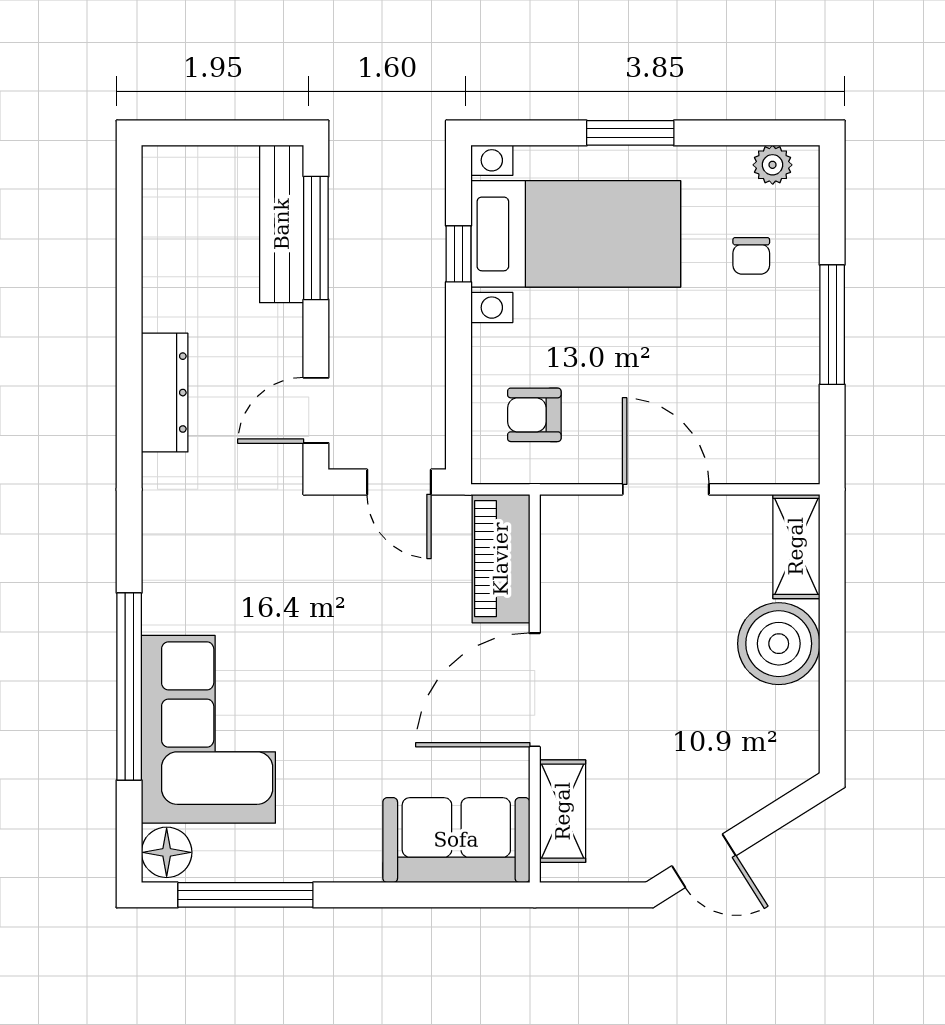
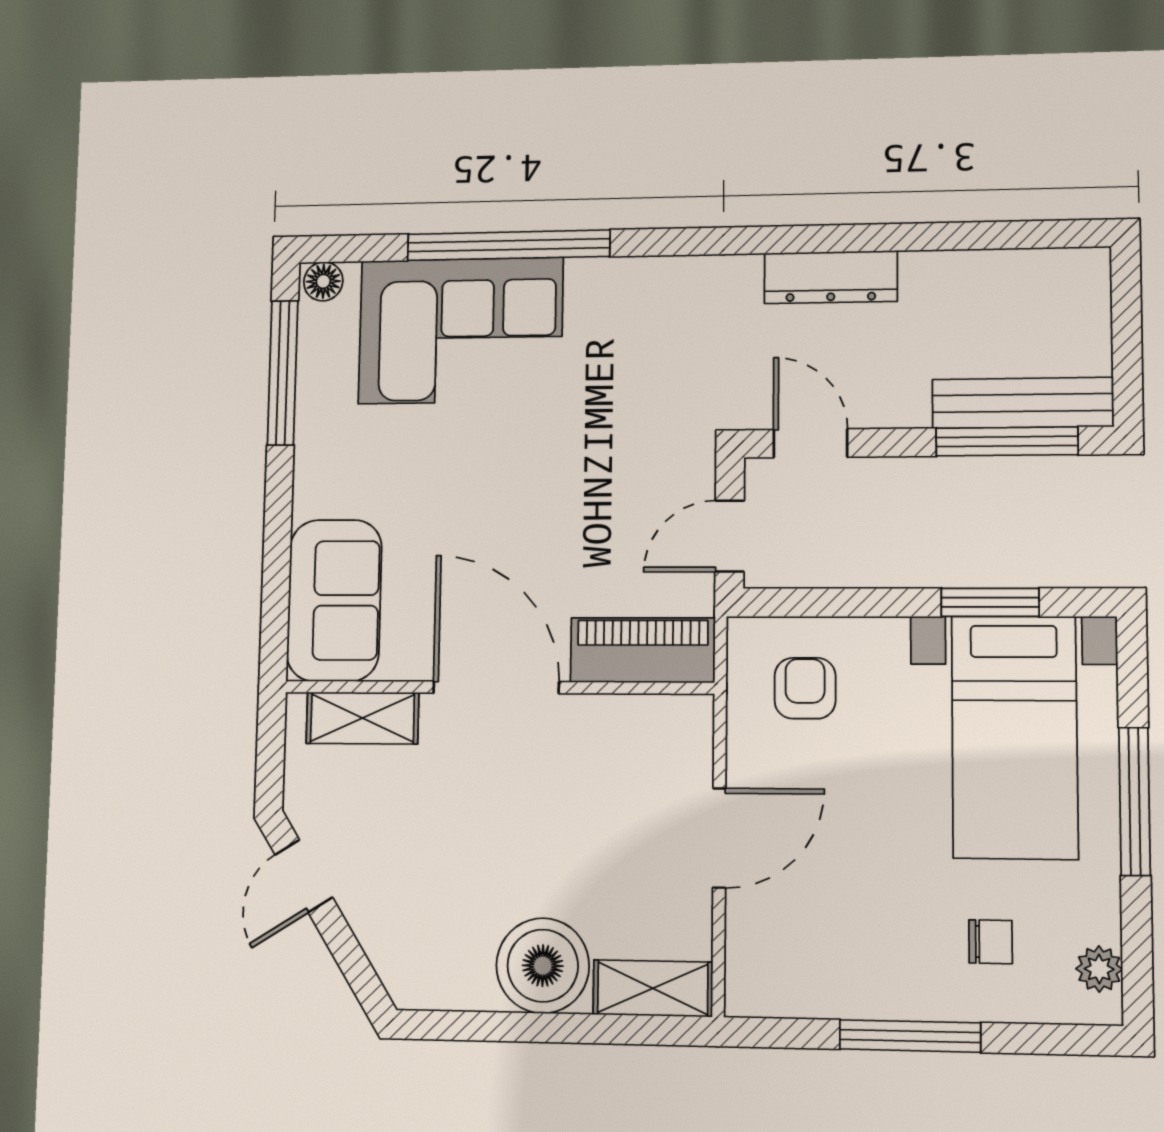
window: (630, 133) -> (1135, 801), width x1.44
window: (459, 254) -> (990, 602), width x1.50
chair: (751, 256) -> (991, 942), turned 180
floor lamp: (167, 852) -> (323, 281), width x0.73, depth x0.73

